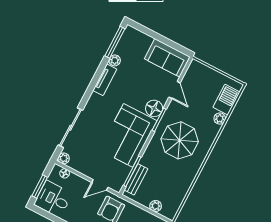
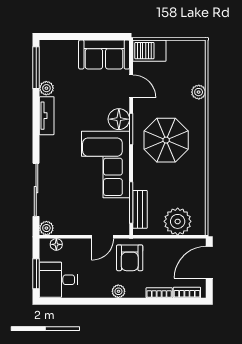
barbecue: (226, 100) -> (149, 51), moved, turned -90
plant: (156, 206) -> (178, 221), width x1.87, depth x1.87

